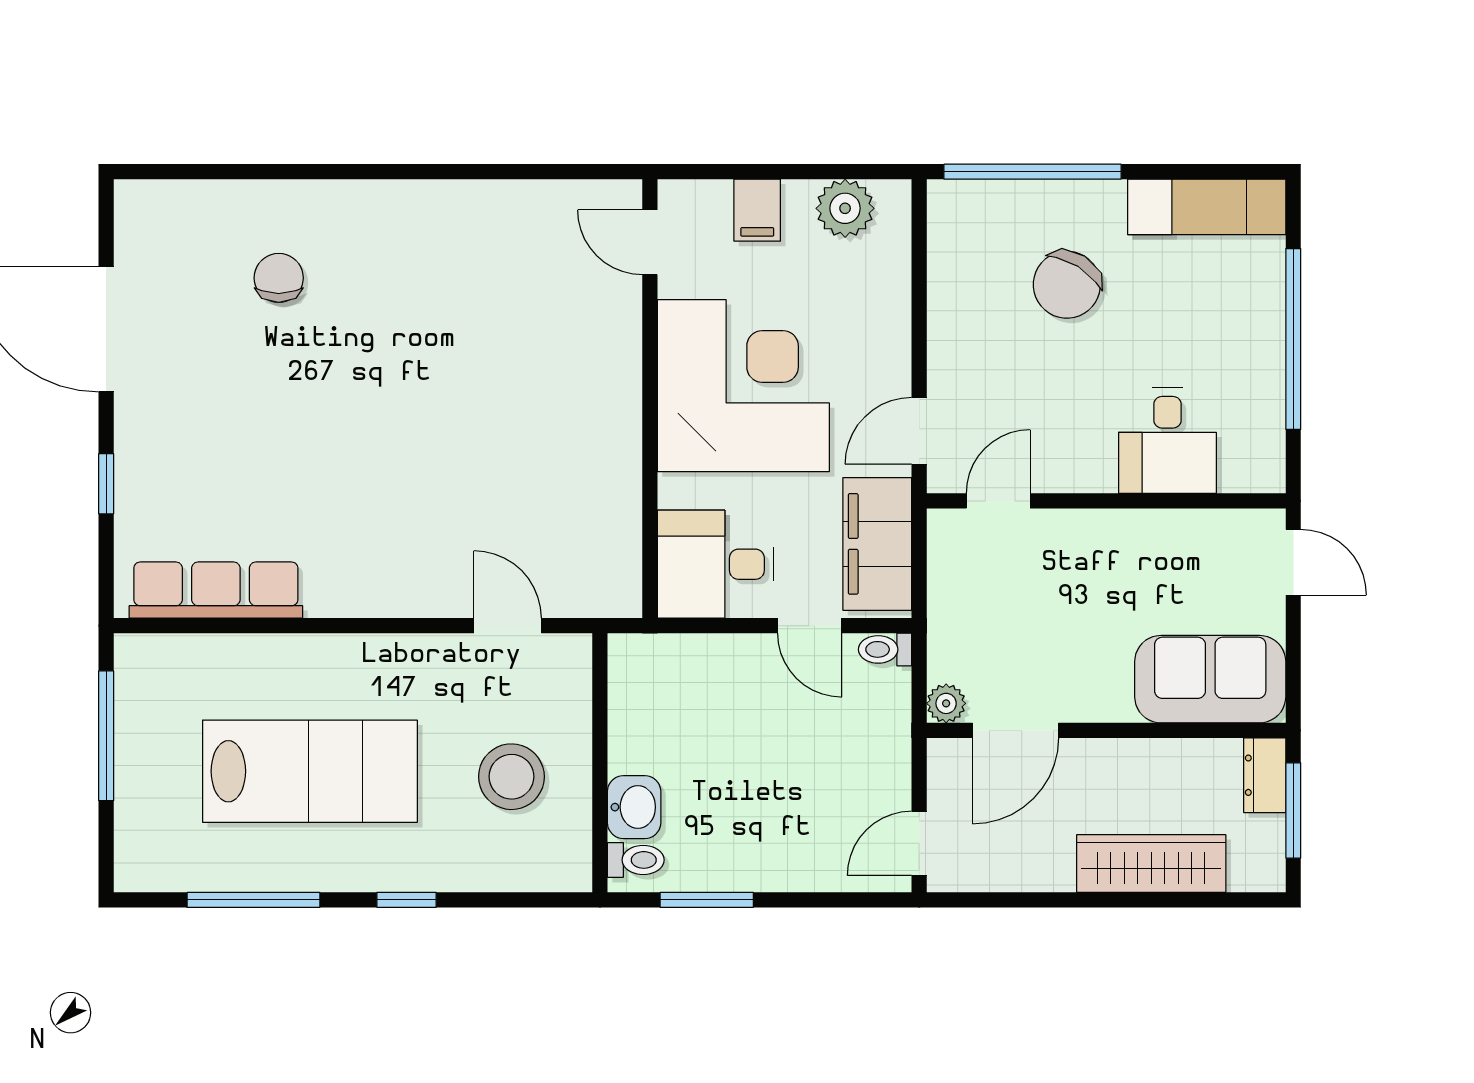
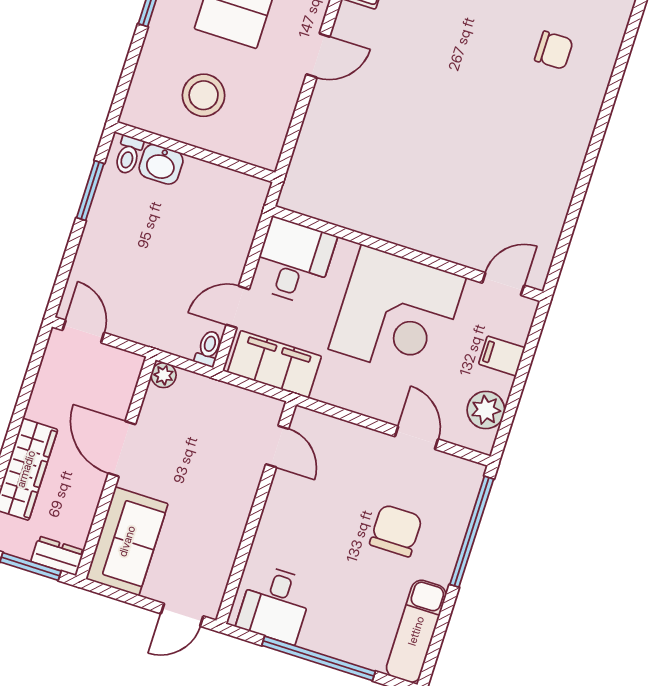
chair: (1067, 285) -> (396, 531), turned 58
door: (919, 431) -> (416, 438), moved
desk: (1167, 441) -> (275, 604), moved, turned -90
door: (508, 626) -> (318, 55), moved
door: (1016, 730) -> (122, 449), moved

